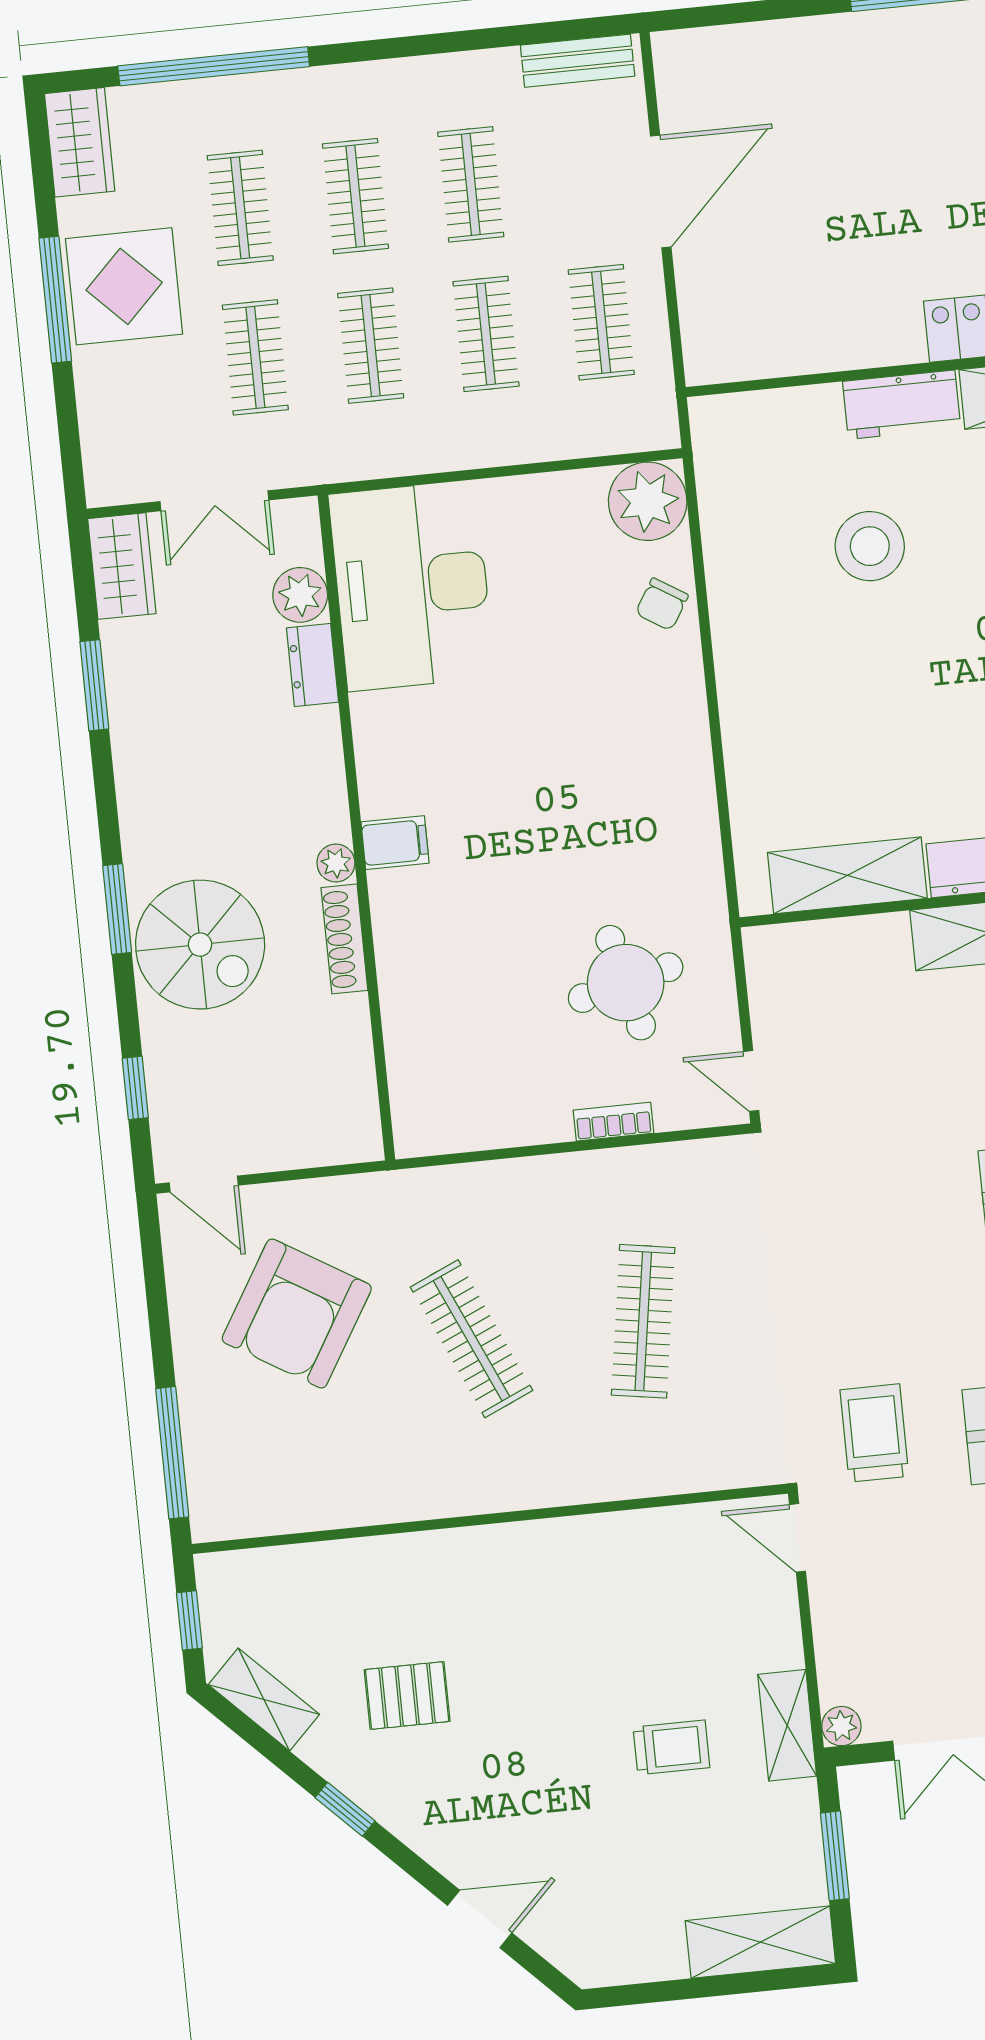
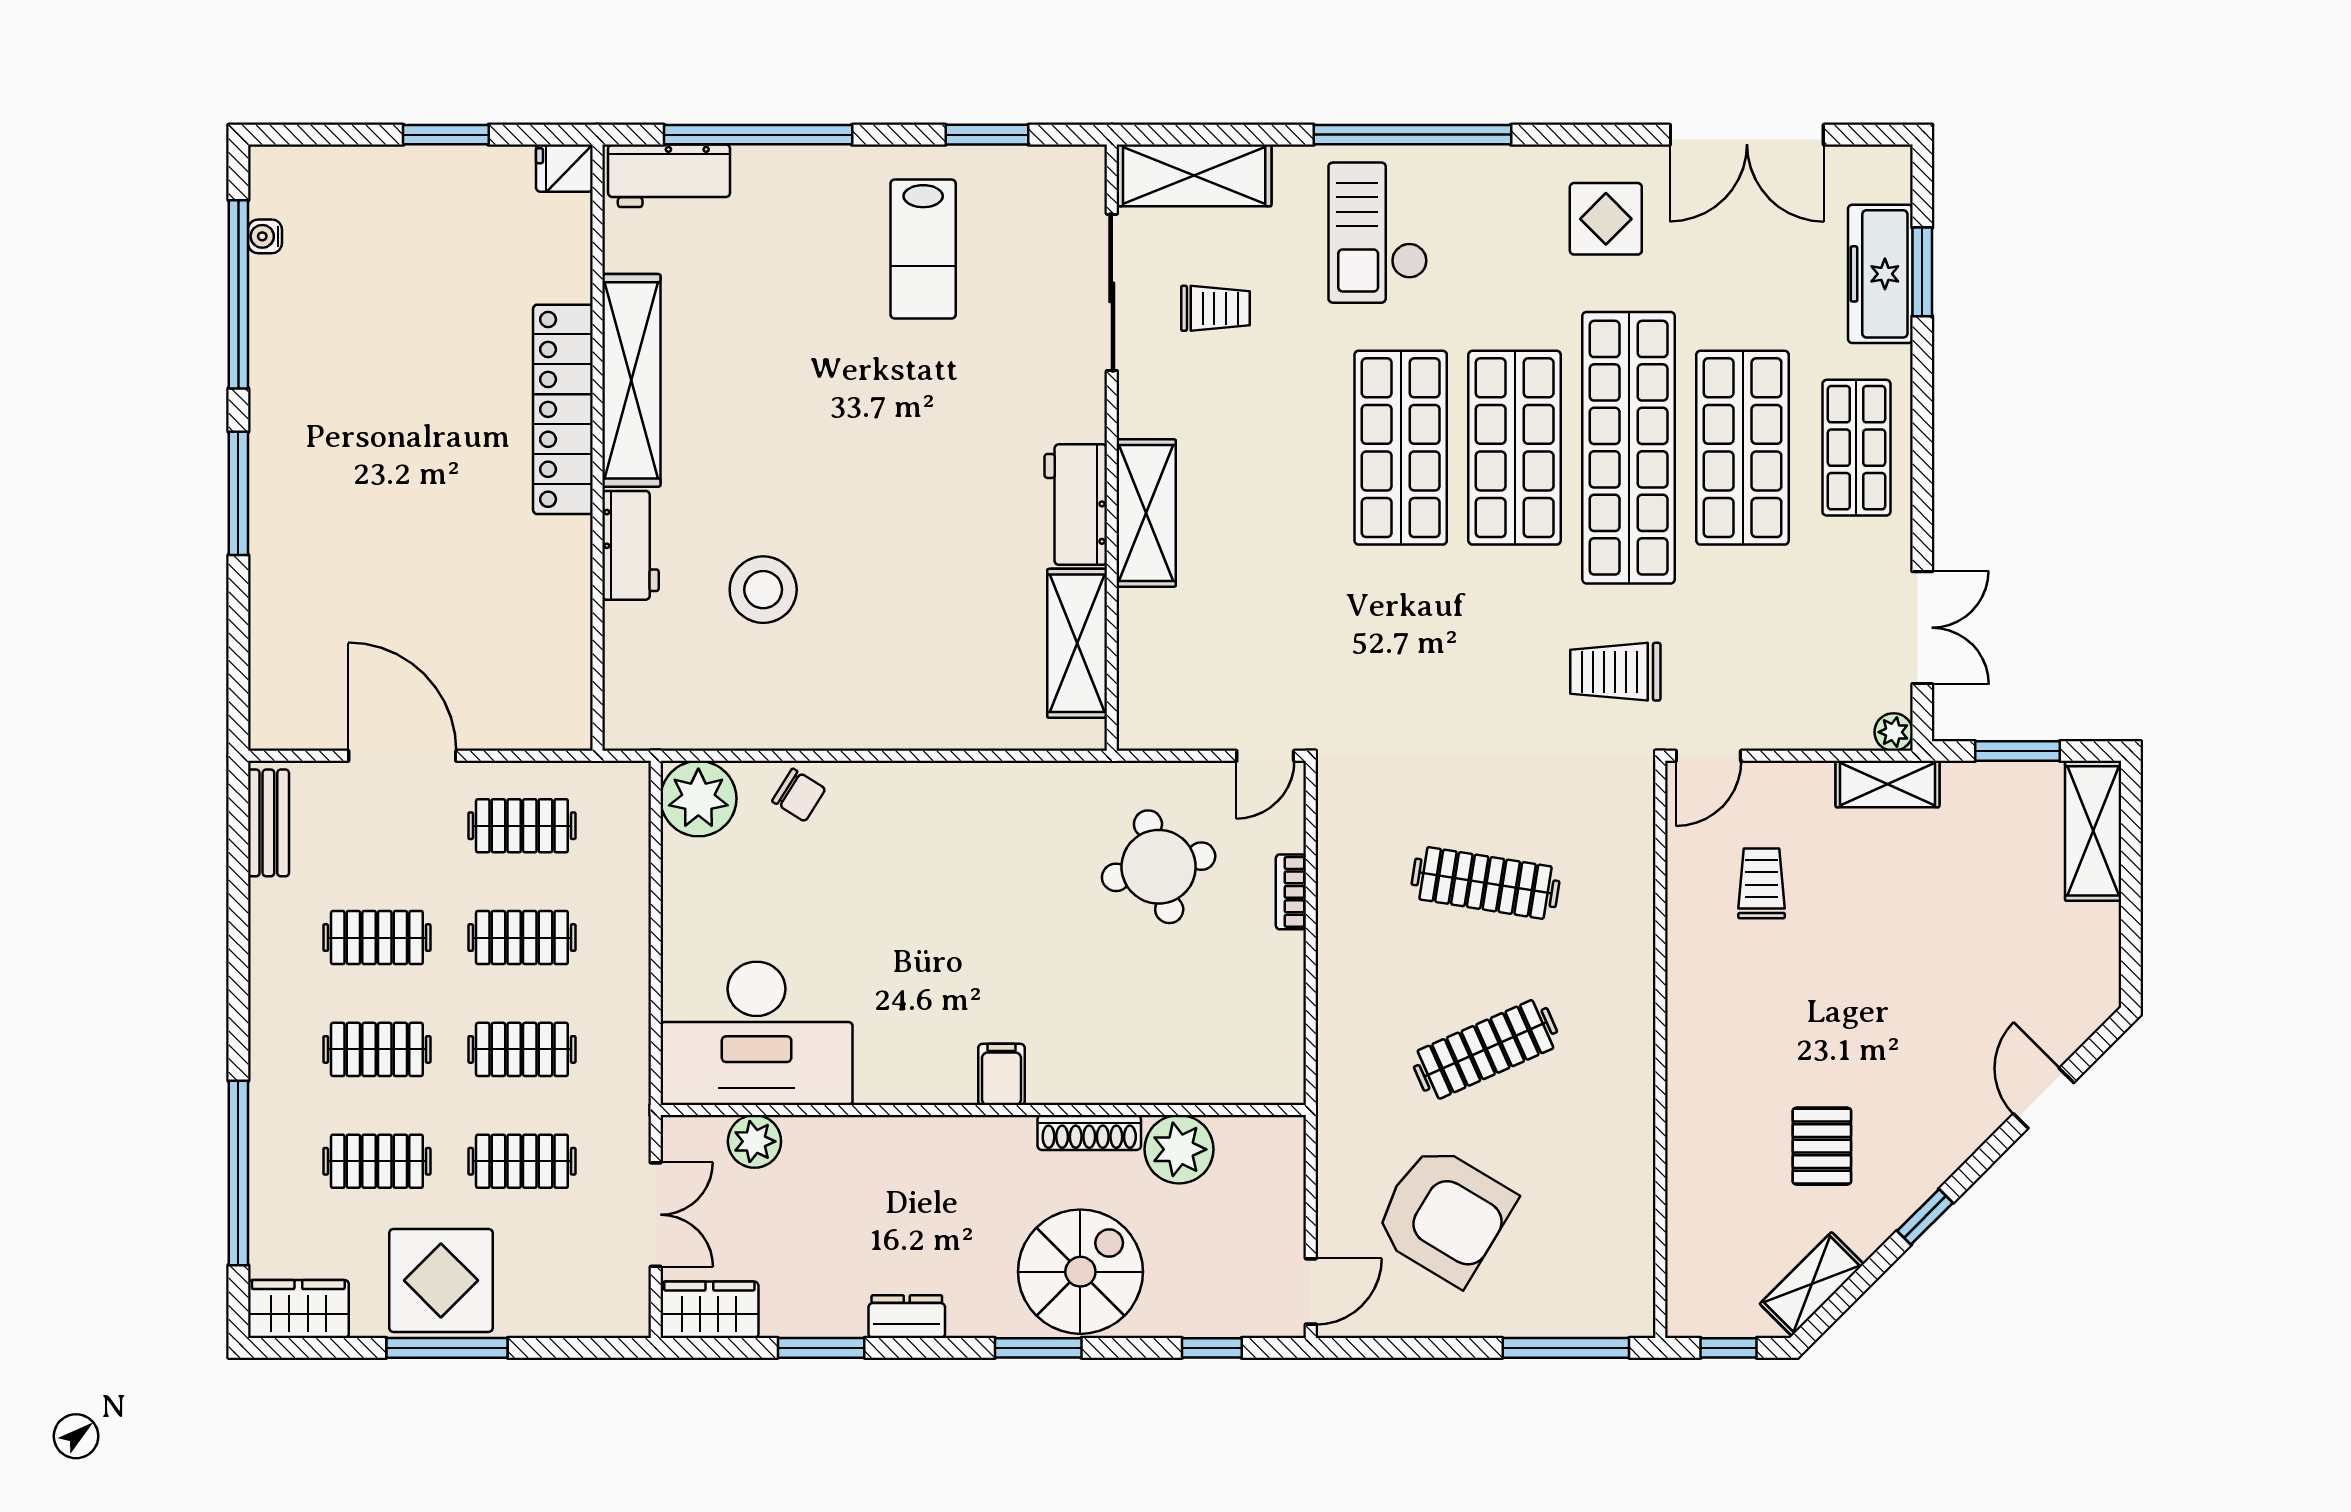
dresser: (313, 665) -> (907, 1317), moved, turned 180
plant: (336, 863) -> (1179, 1149), moved, width x1.88, depth x1.88
trolley: (671, 1747) -> (1762, 883), moved

